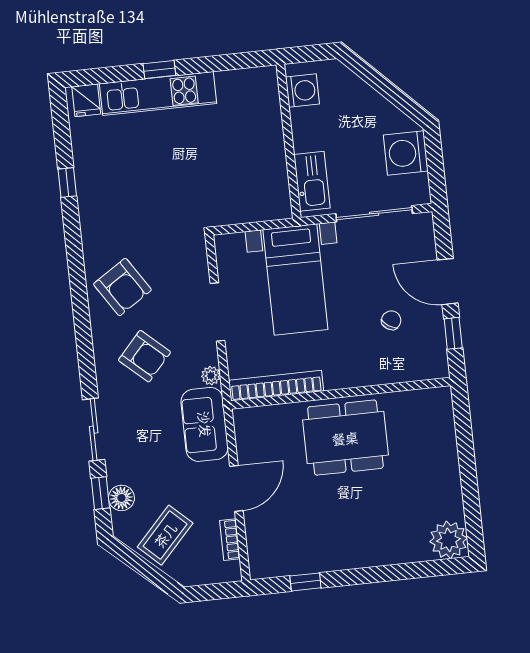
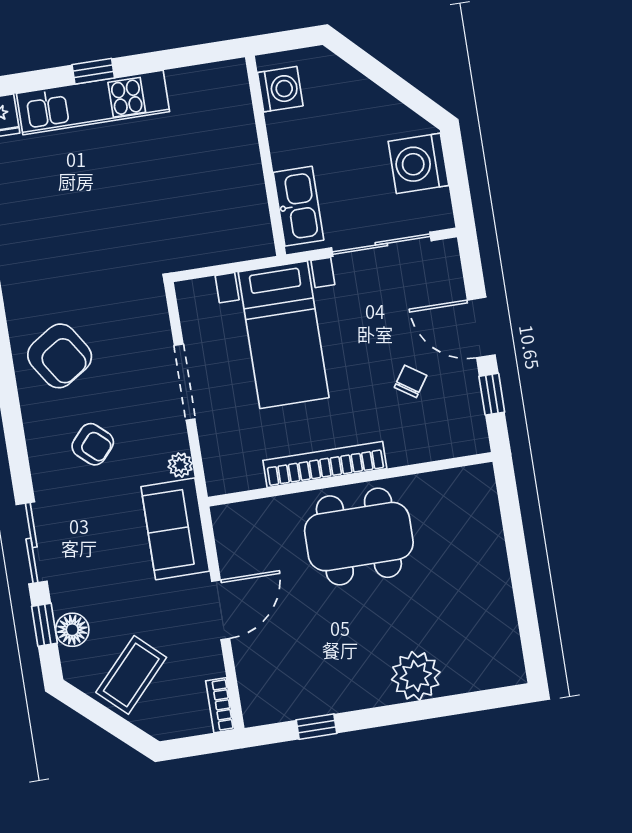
armchair: (144, 356) -> (93, 444), width x0.72, depth x0.72
bookcase: (276, 386) -> (325, 464), moved
bookcase: (230, 540) -> (220, 705), moved
plant: (449, 540) -> (416, 676), moved

